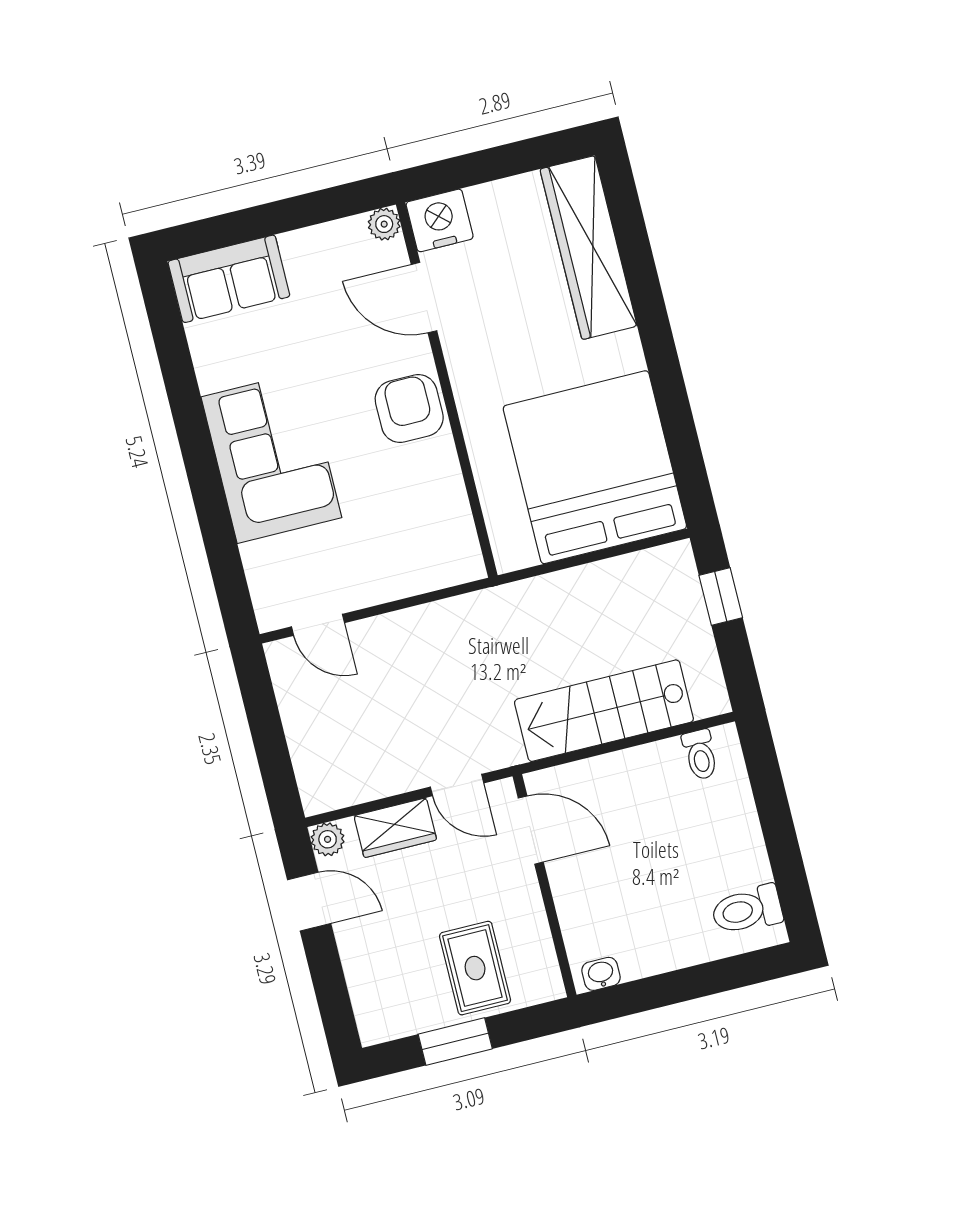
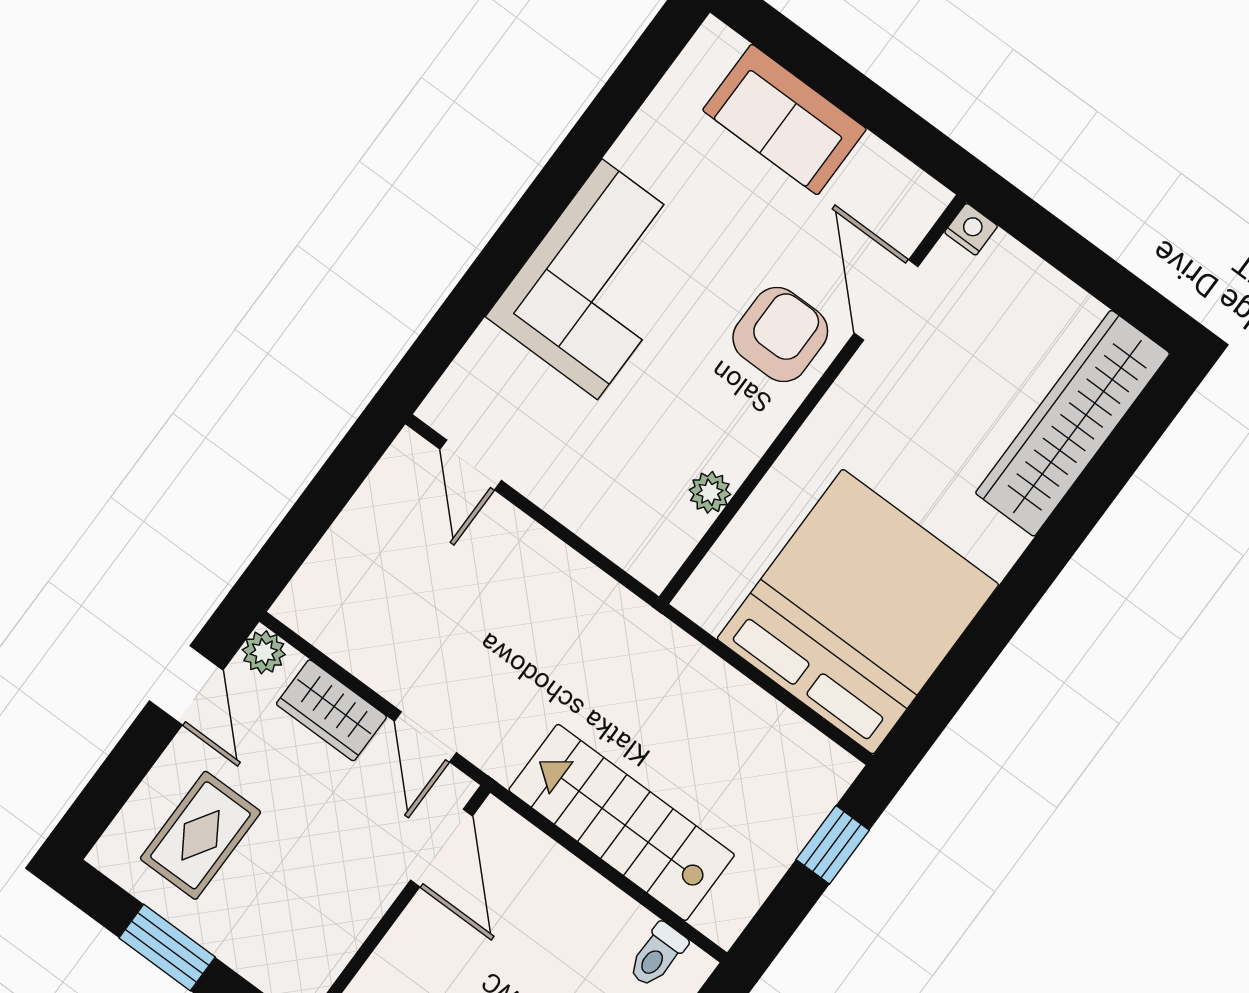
nightstand: (440, 220) -> (971, 229), width x0.53, depth x0.56
plant: (384, 224) -> (710, 492), moved
sofa: (229, 279) -> (784, 120), moved
armchair: (409, 409) -> (780, 334), moved
rug: (475, 968) -> (200, 835), moved

